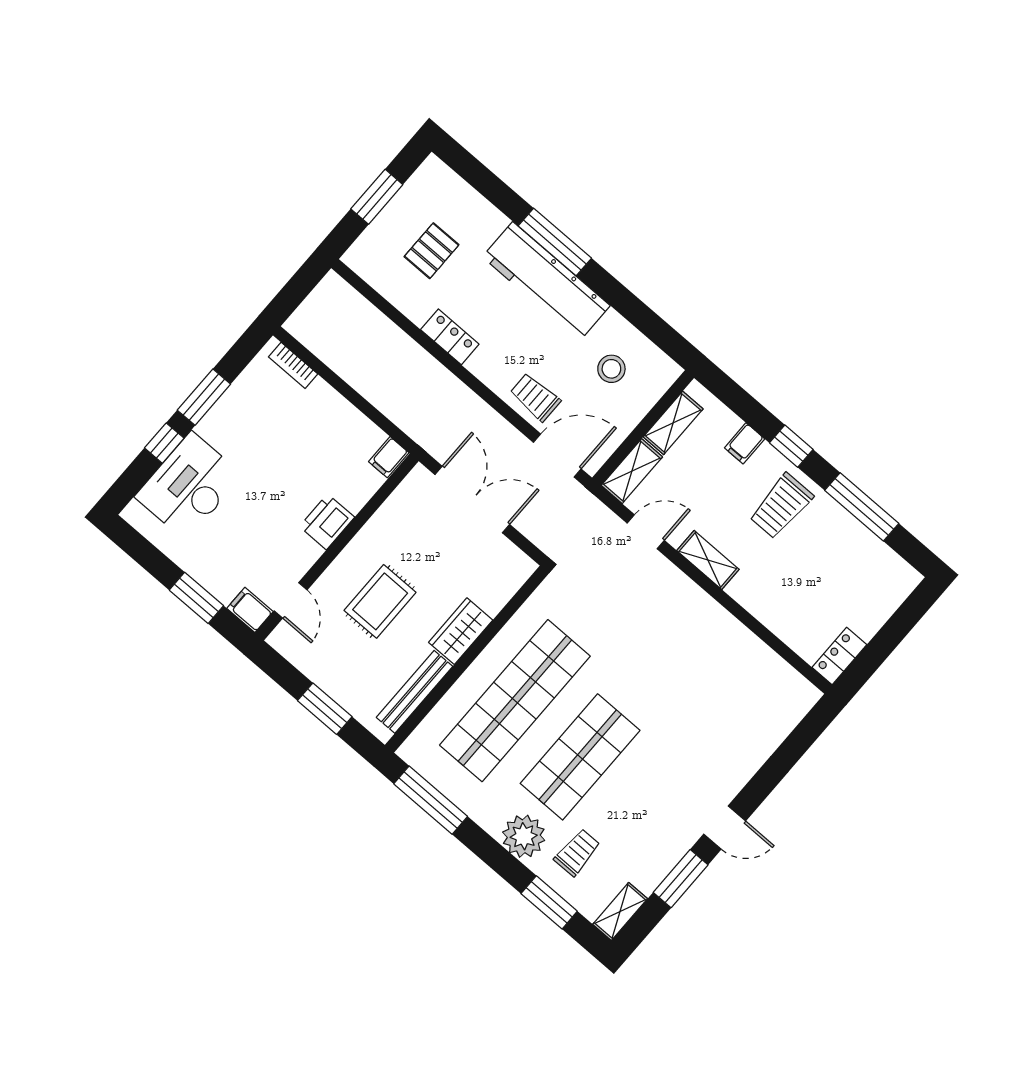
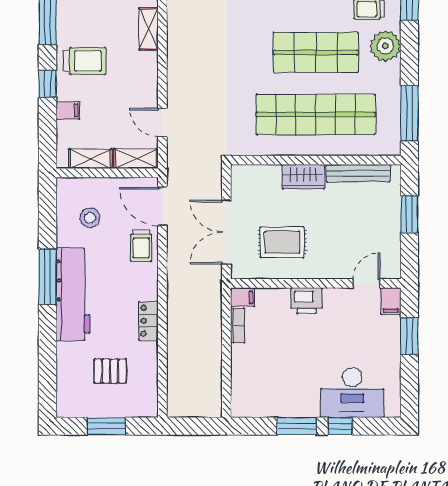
window: (555, 242) -> (48, 277), moved
bookcase: (293, 365) -> (238, 326), moved
shelving: (708, 560) -> (149, 29), moved
rug: (380, 601) -> (282, 242), moved

